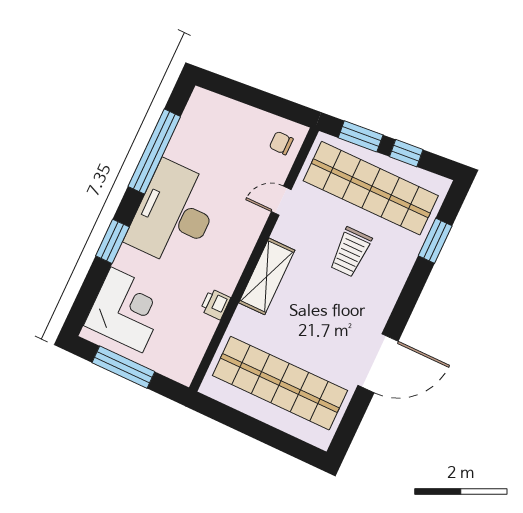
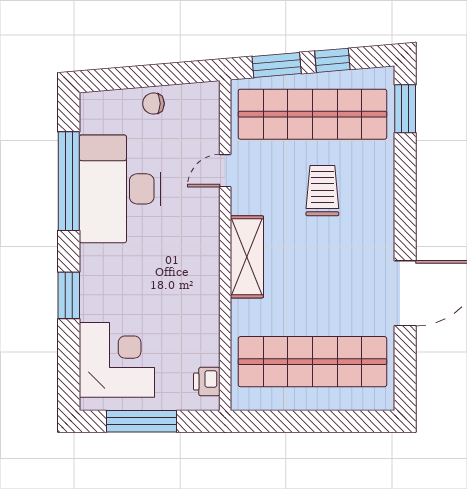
chair: (281, 143) -> (153, 104), moved
desk: (174, 214) -> (120, 189), moved
window: (435, 241) -> (405, 109), moved
trolley: (351, 252) -> (322, 191), turned 180
printer: (215, 304) -> (207, 382), moved

